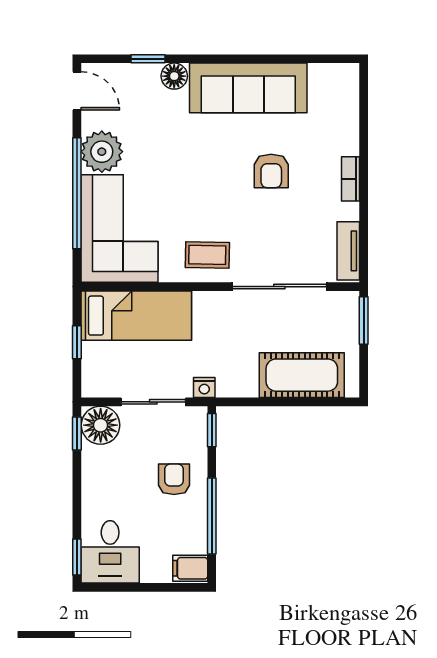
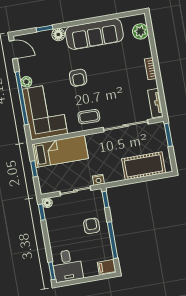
plant: (343, 99) -> (140, 31), added
plant: (102, 152) -> (26, 82), width x0.53, depth x0.53
armchair: (271, 171) -> (78, 78), moved
floor lamp: (101, 425) -> (47, 203), width x0.53, depth x0.53

